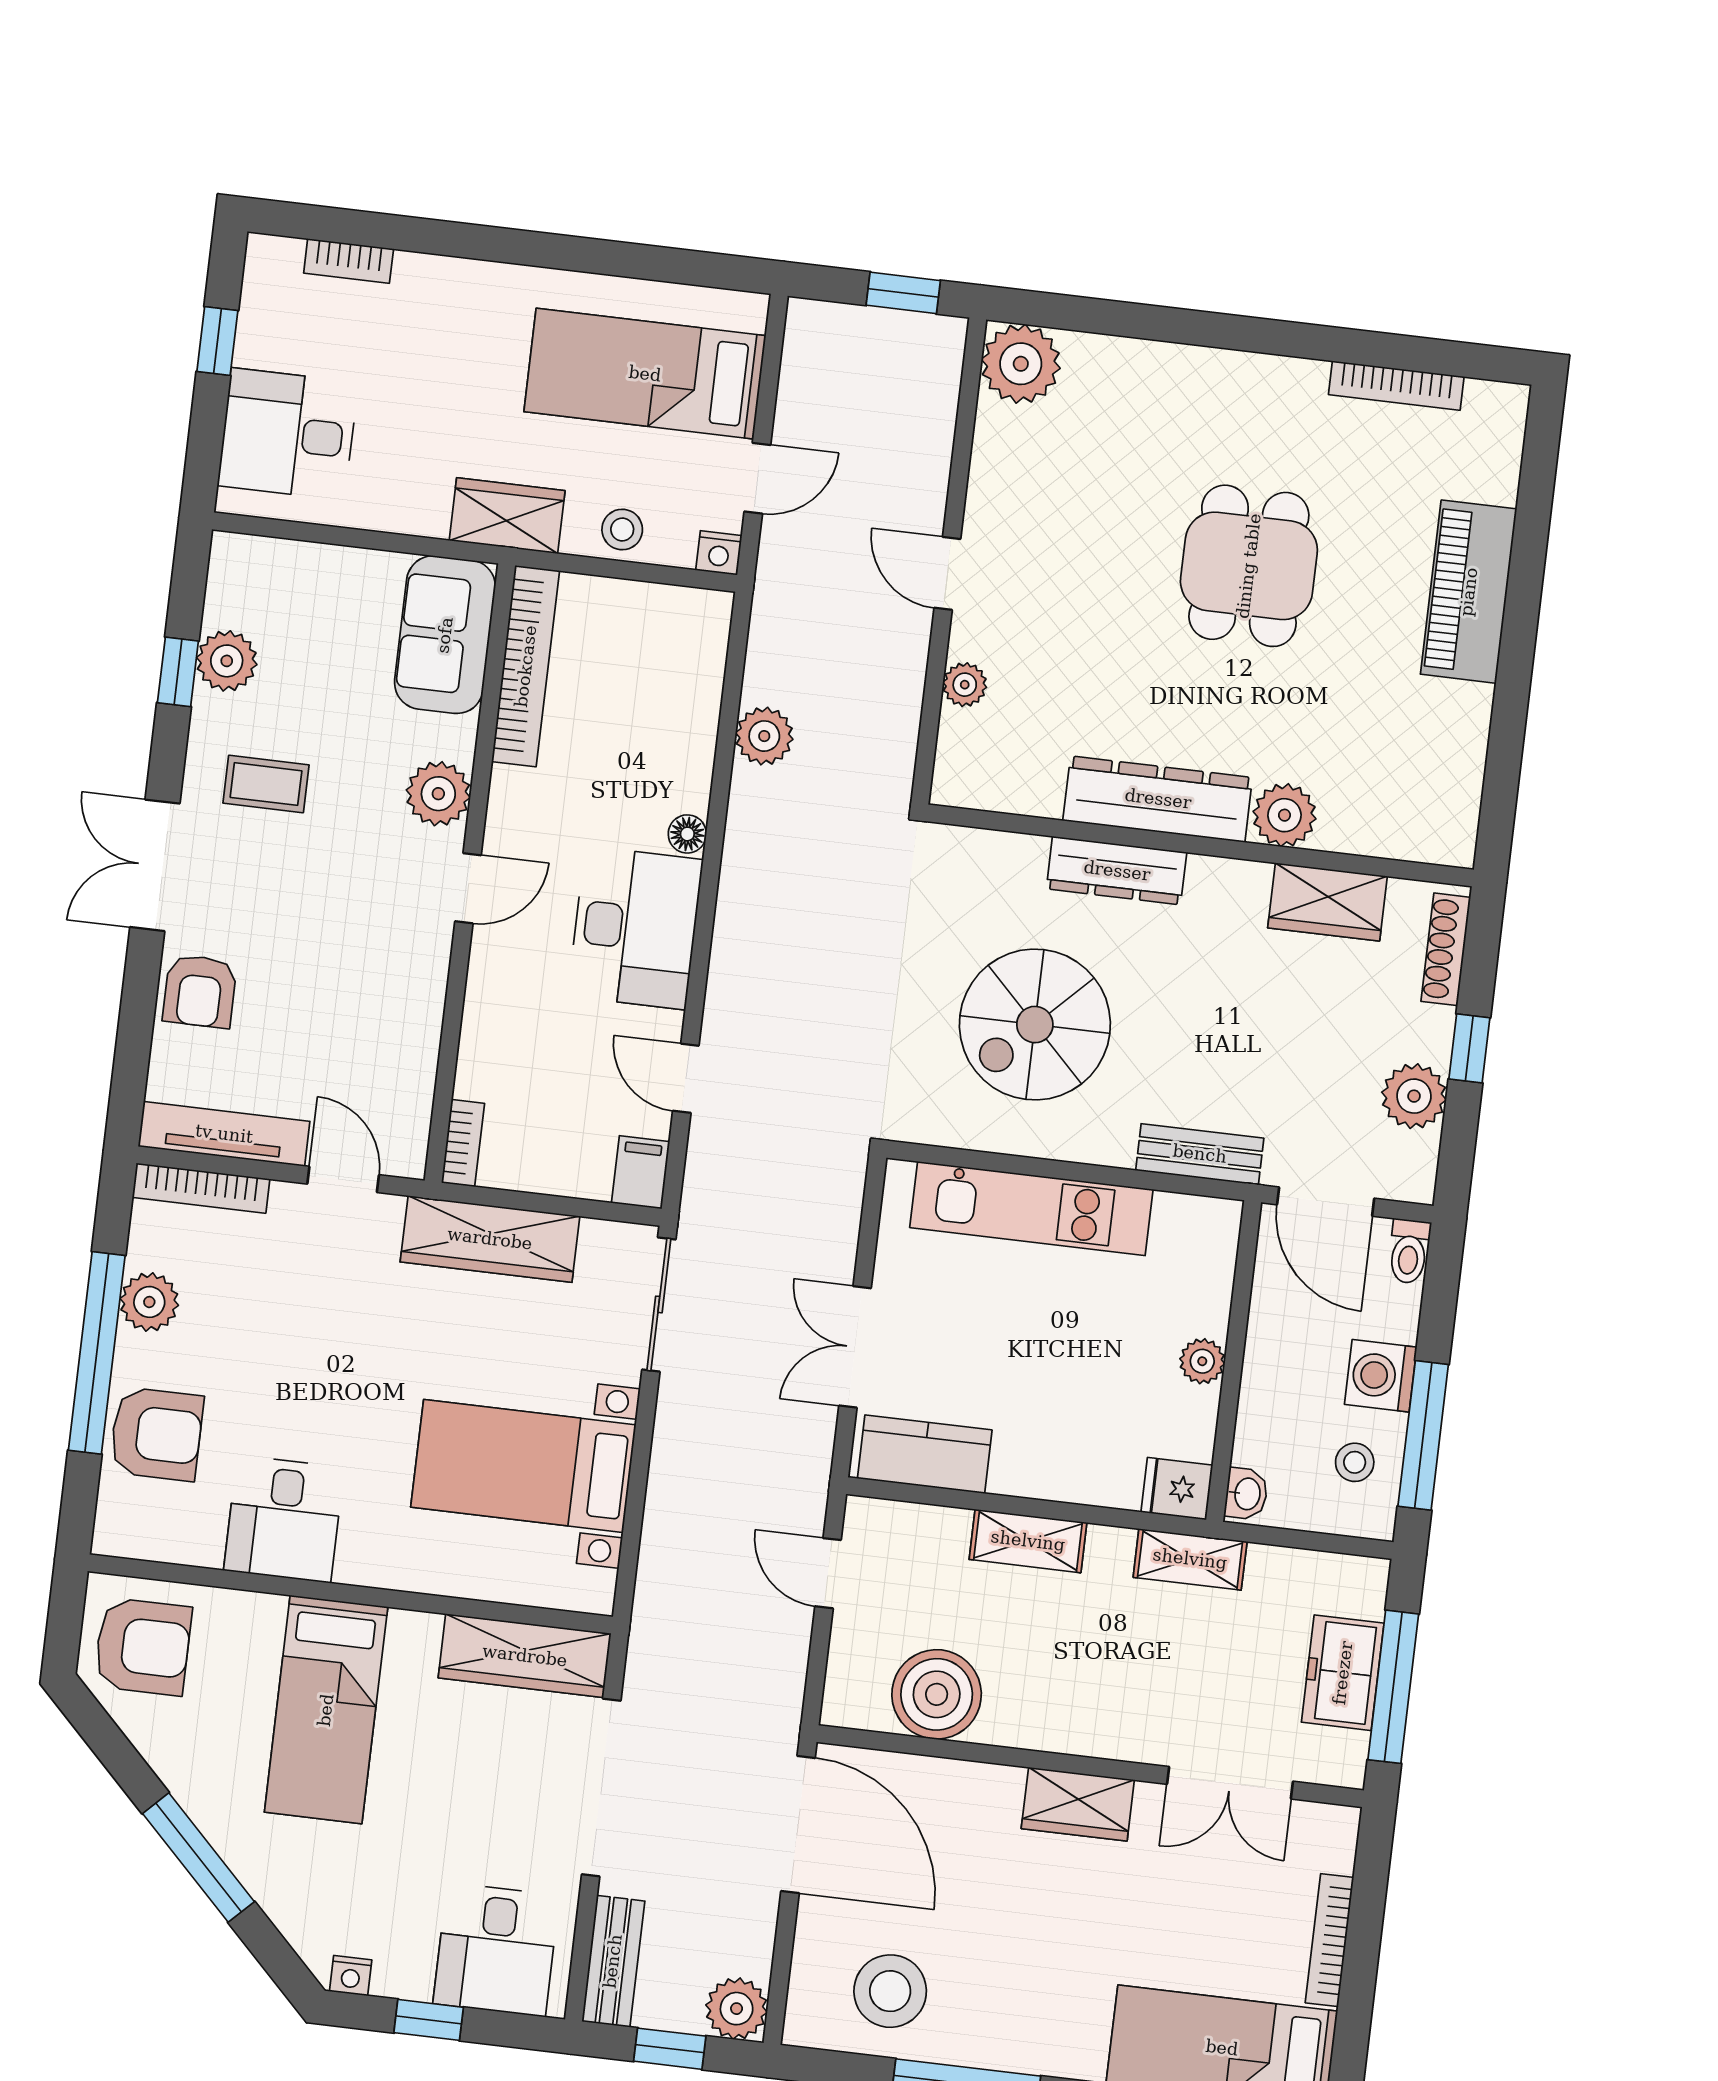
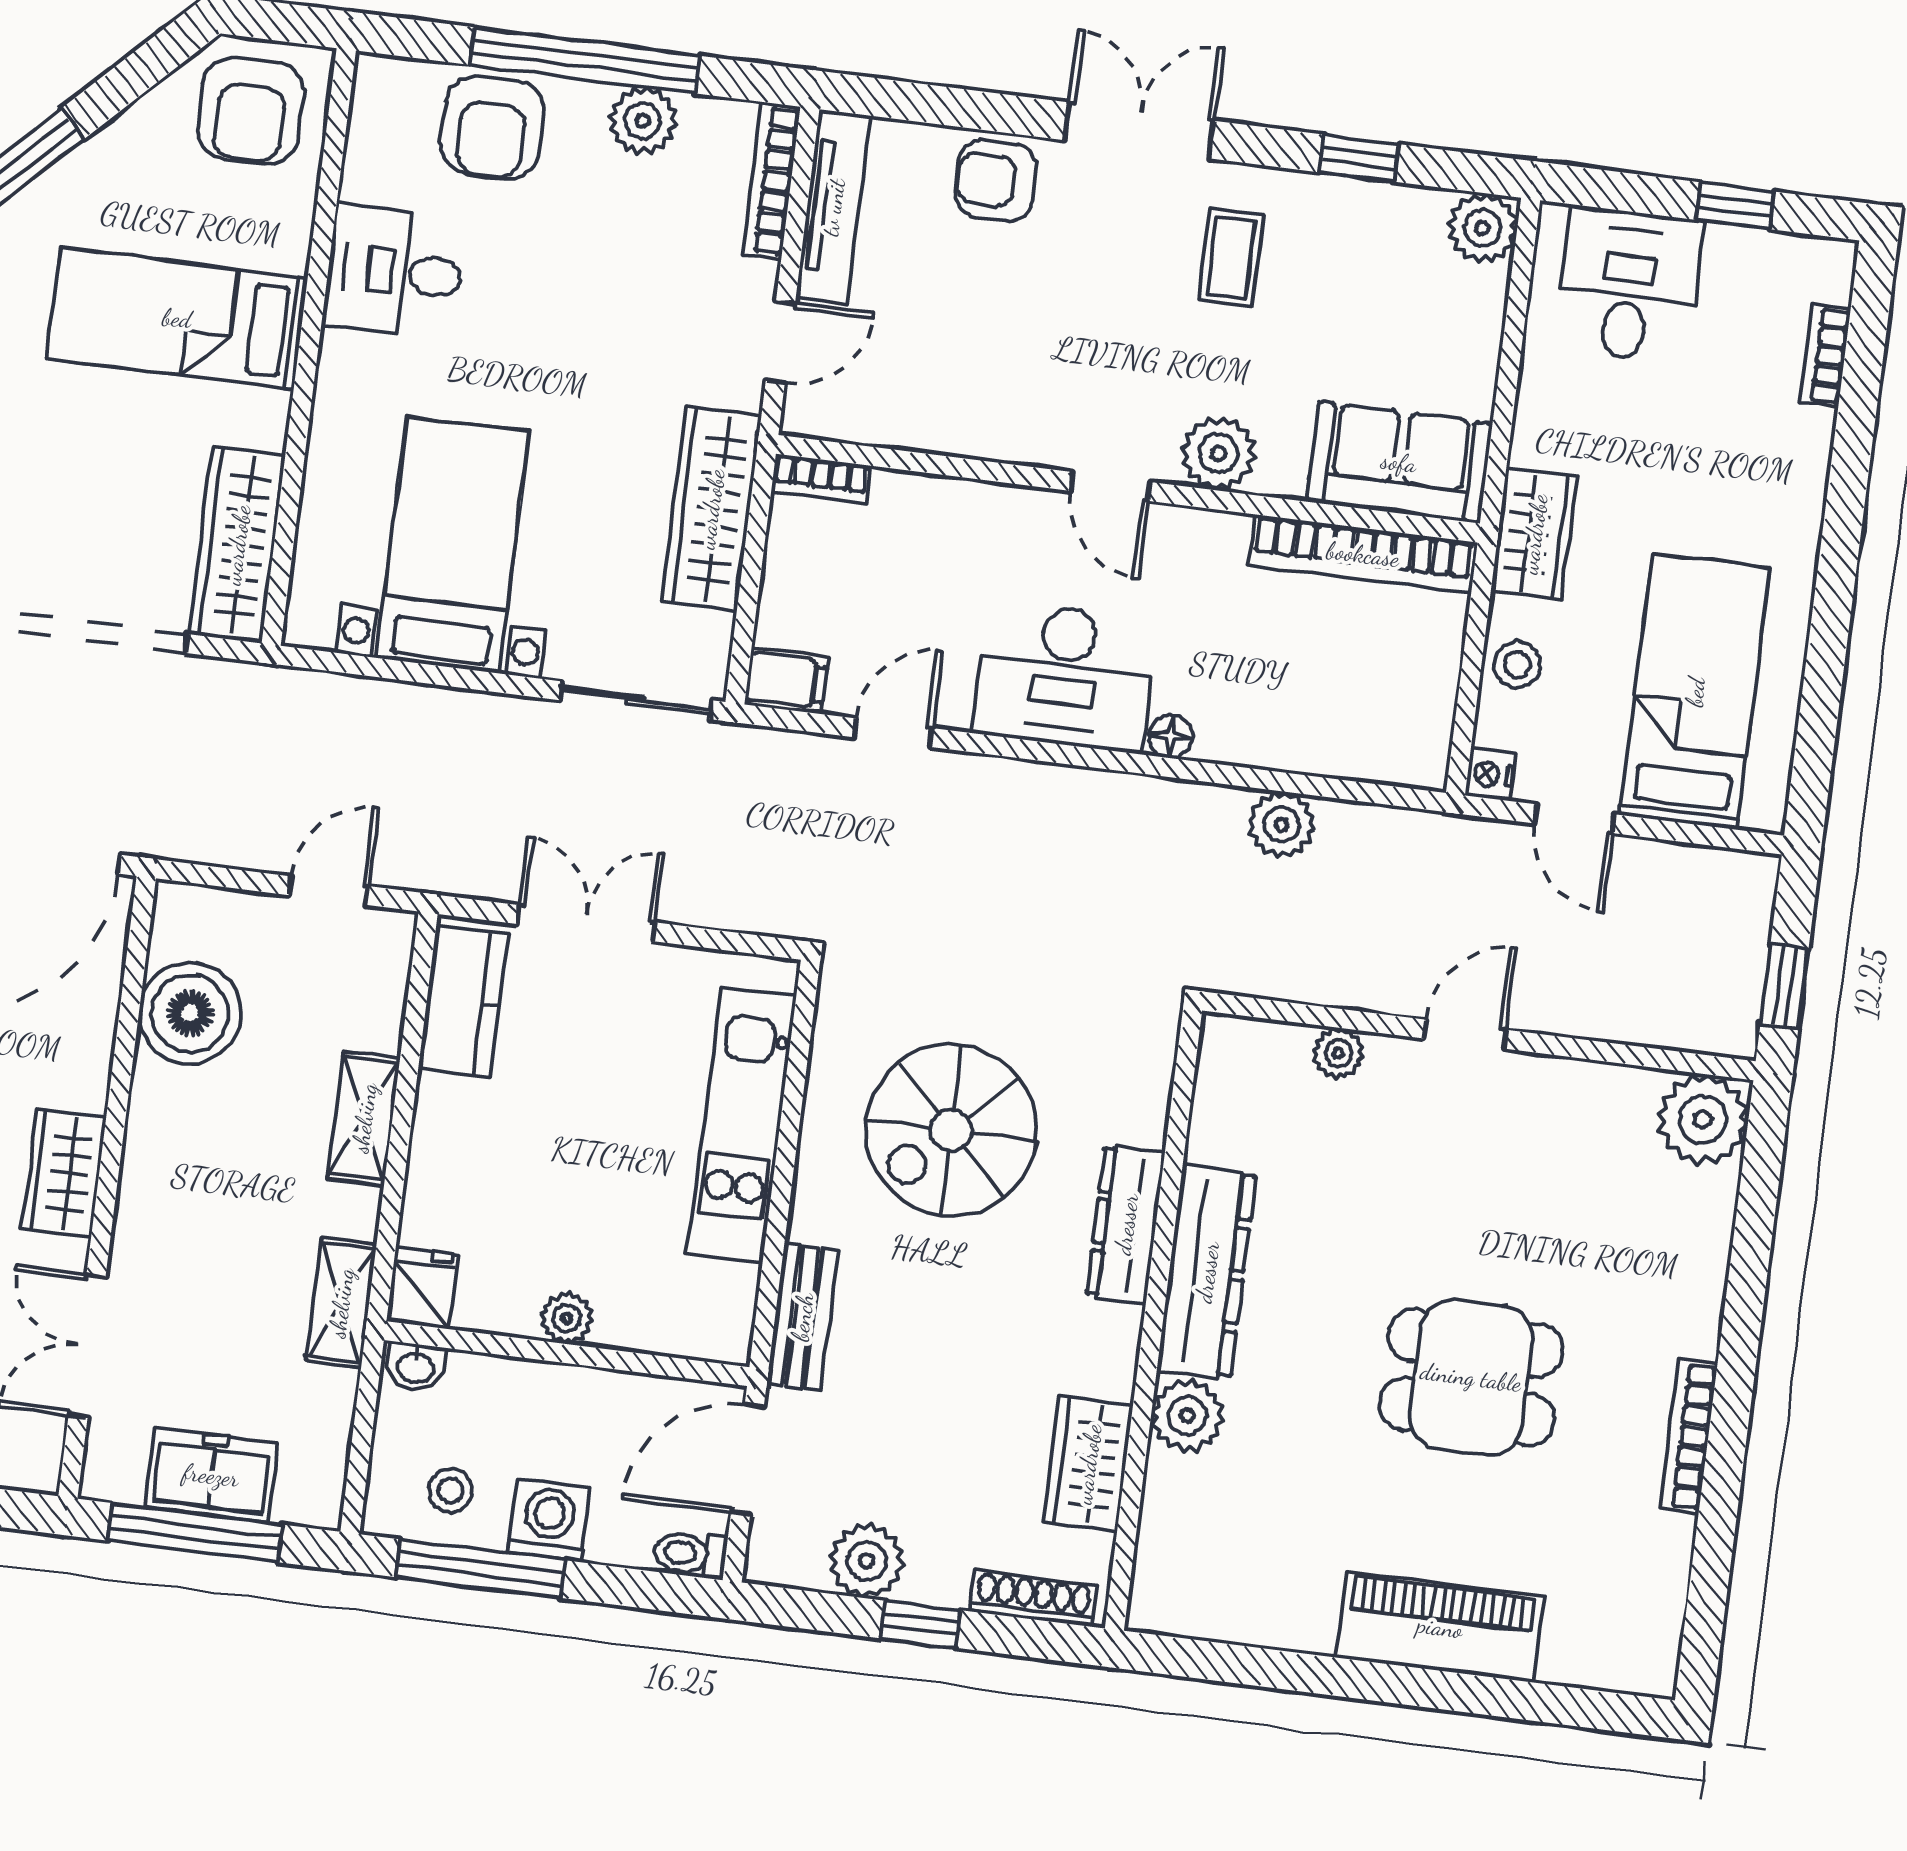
bookcase: (1396, 386) -> (1689, 1436), moved
plant: (227, 661) -> (1482, 228), moved
spiral stairs: (1035, 1025) -> (951, 1130), turned -90

